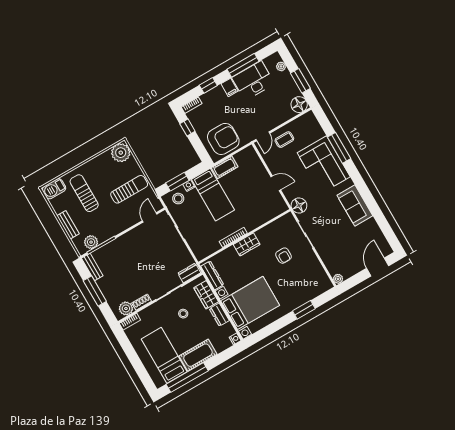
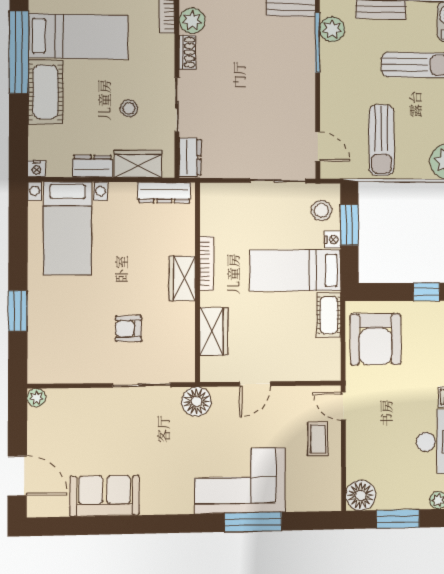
sofa: (355, 205) -> (105, 496), moved
wardrobe: (263, 216) -> (214, 331), added
bed with nightstands: (250, 303) -> (68, 228), width x0.73

